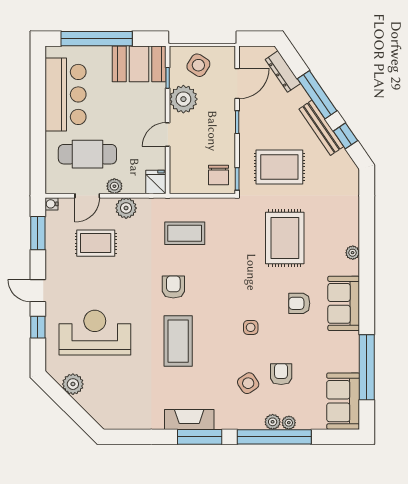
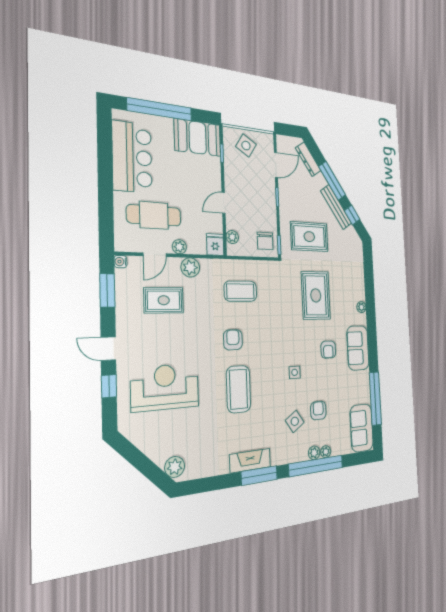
plant: (183, 99) -> (232, 237), moved, width x0.53, depth x0.53
armchair: (299, 303) -> (328, 350), turned -90
plant: (73, 384) -> (175, 467), moved

